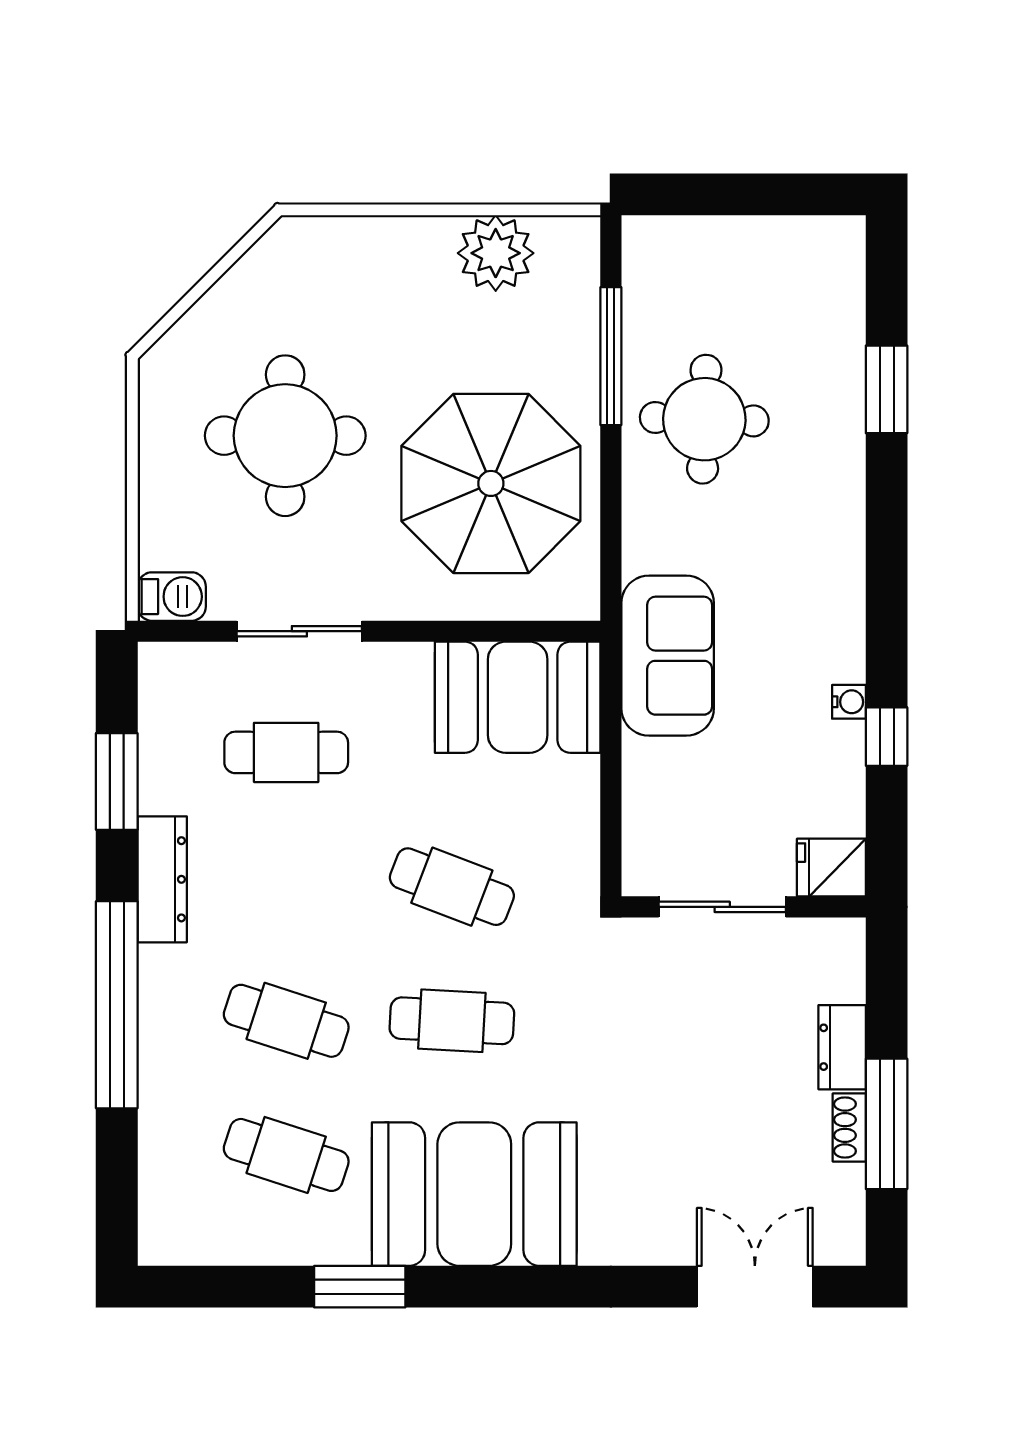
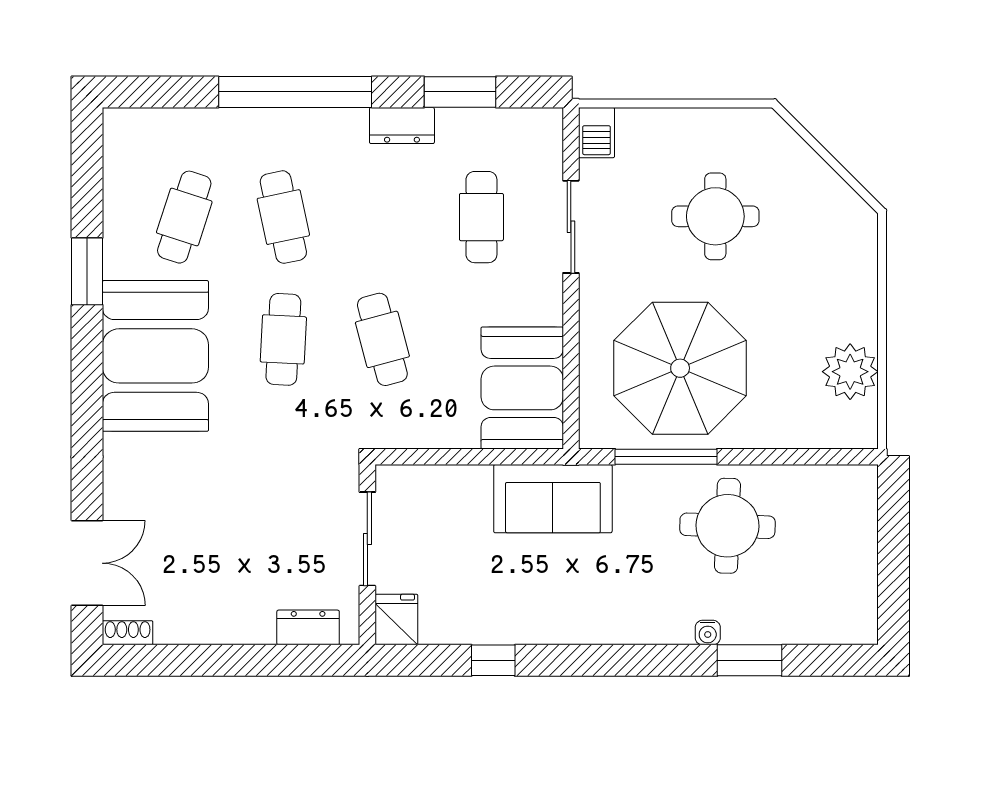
window: (611, 356) -> (666, 457), moved
round table: (285, 436) -> (715, 216), width x0.73, depth x0.73
water cooler: (849, 702) -> (708, 633), moved
dresser: (162, 879) -> (402, 126), width x0.70
cafe table: (452, 887) -> (382, 339), turned -36
cafe table: (286, 1021) -> (283, 217), turned -30
dresser: (842, 1047) -> (308, 627), moved
window: (887, 1124) -> (207, 660), removed
shoe rack: (849, 1128) -> (128, 633), moved

